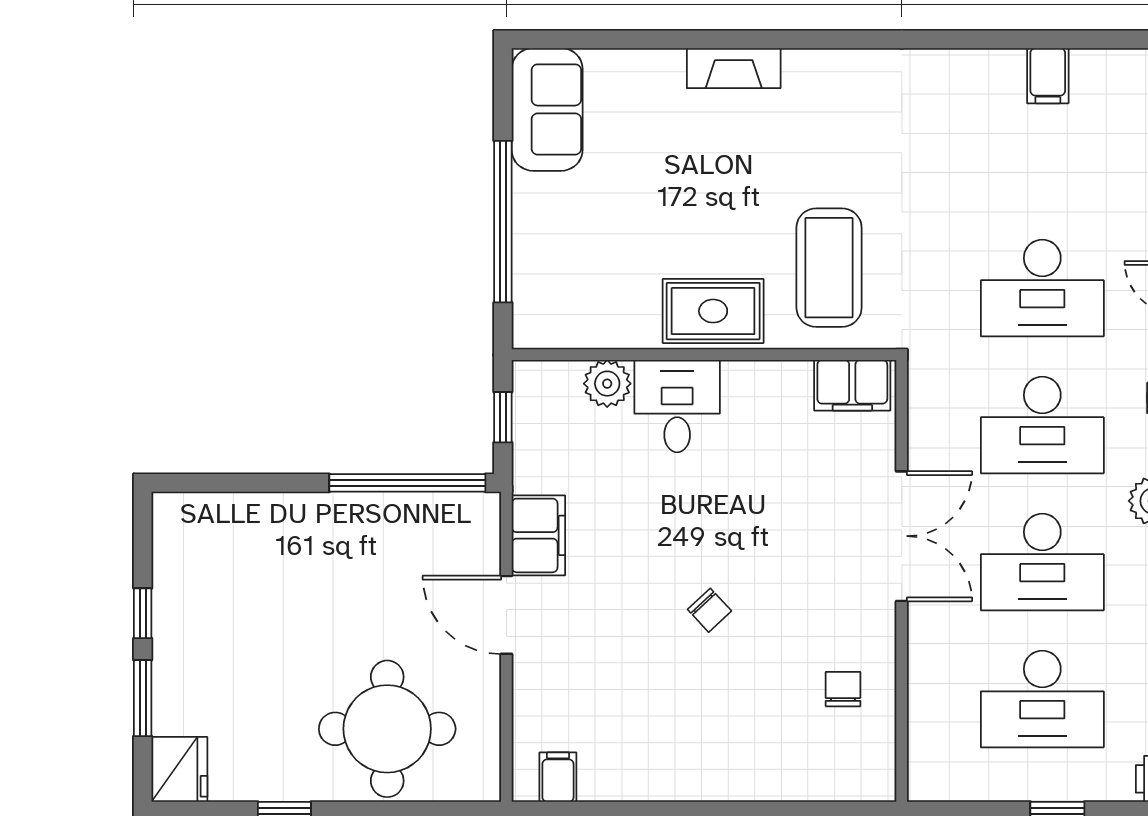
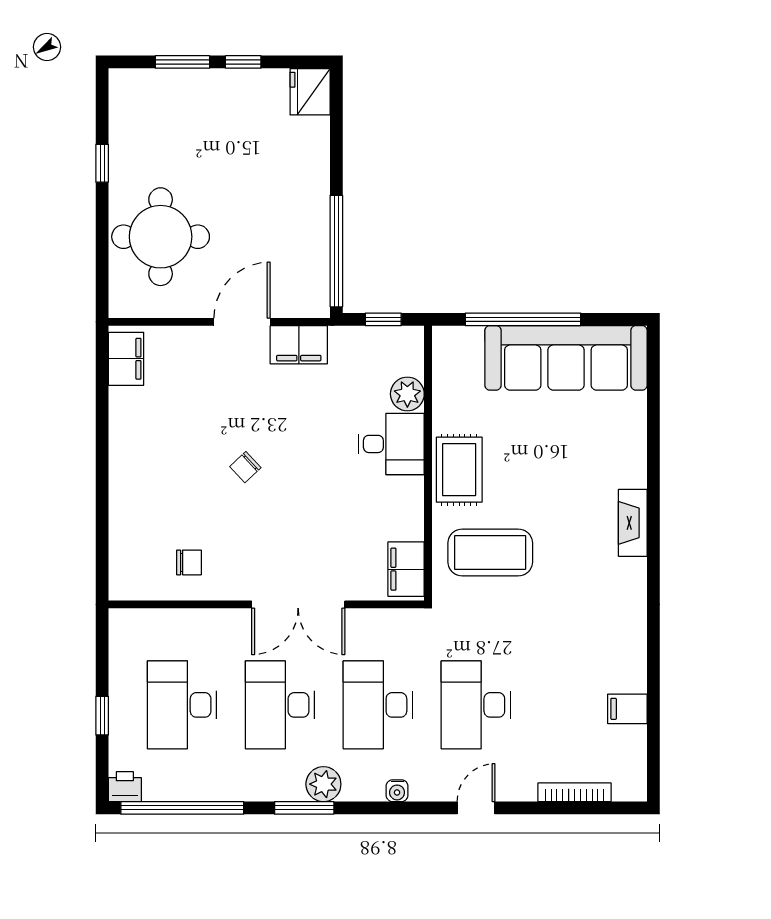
fireplace: (734, 68) -> (633, 523), moved
sofa: (547, 109) -> (566, 358), width x1.85, depth x1.27
fridge: (179, 769) -> (310, 92), moved, turned 90
filing cabinet: (558, 777) -> (126, 359), width x2.00

